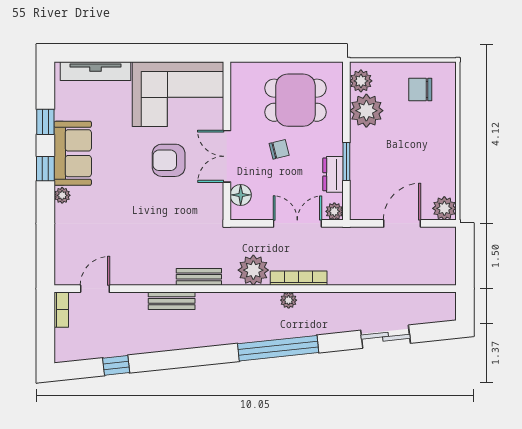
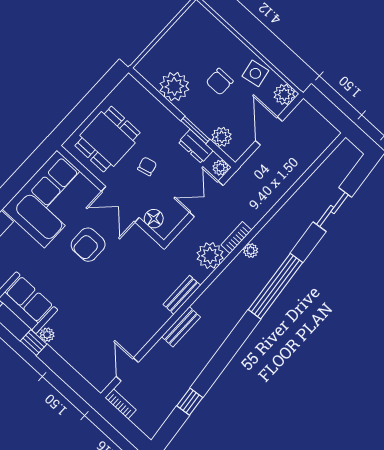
plant: (361, 81) -> (222, 137), moved
chair: (420, 90) -> (220, 82), moved
dining table: (296, 100) -> (108, 139), moved
side table: (440, 168) -> (255, 73), added
window: (45, 169) -> (34, 343), moved
bookcase: (299, 278) -> (236, 238), width x0.64

